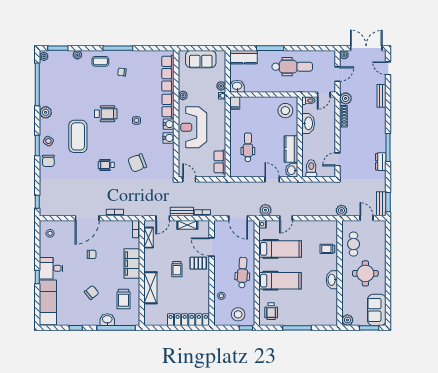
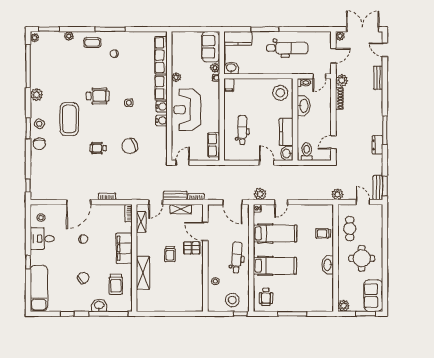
sofa: (201, 59) -> (211, 47), moved, turned 90
door: (189, 179) -> (183, 163), hinge flipped
desk: (51, 268) -> (42, 239), moved
locker: (188, 320) -> (182, 305), removed

